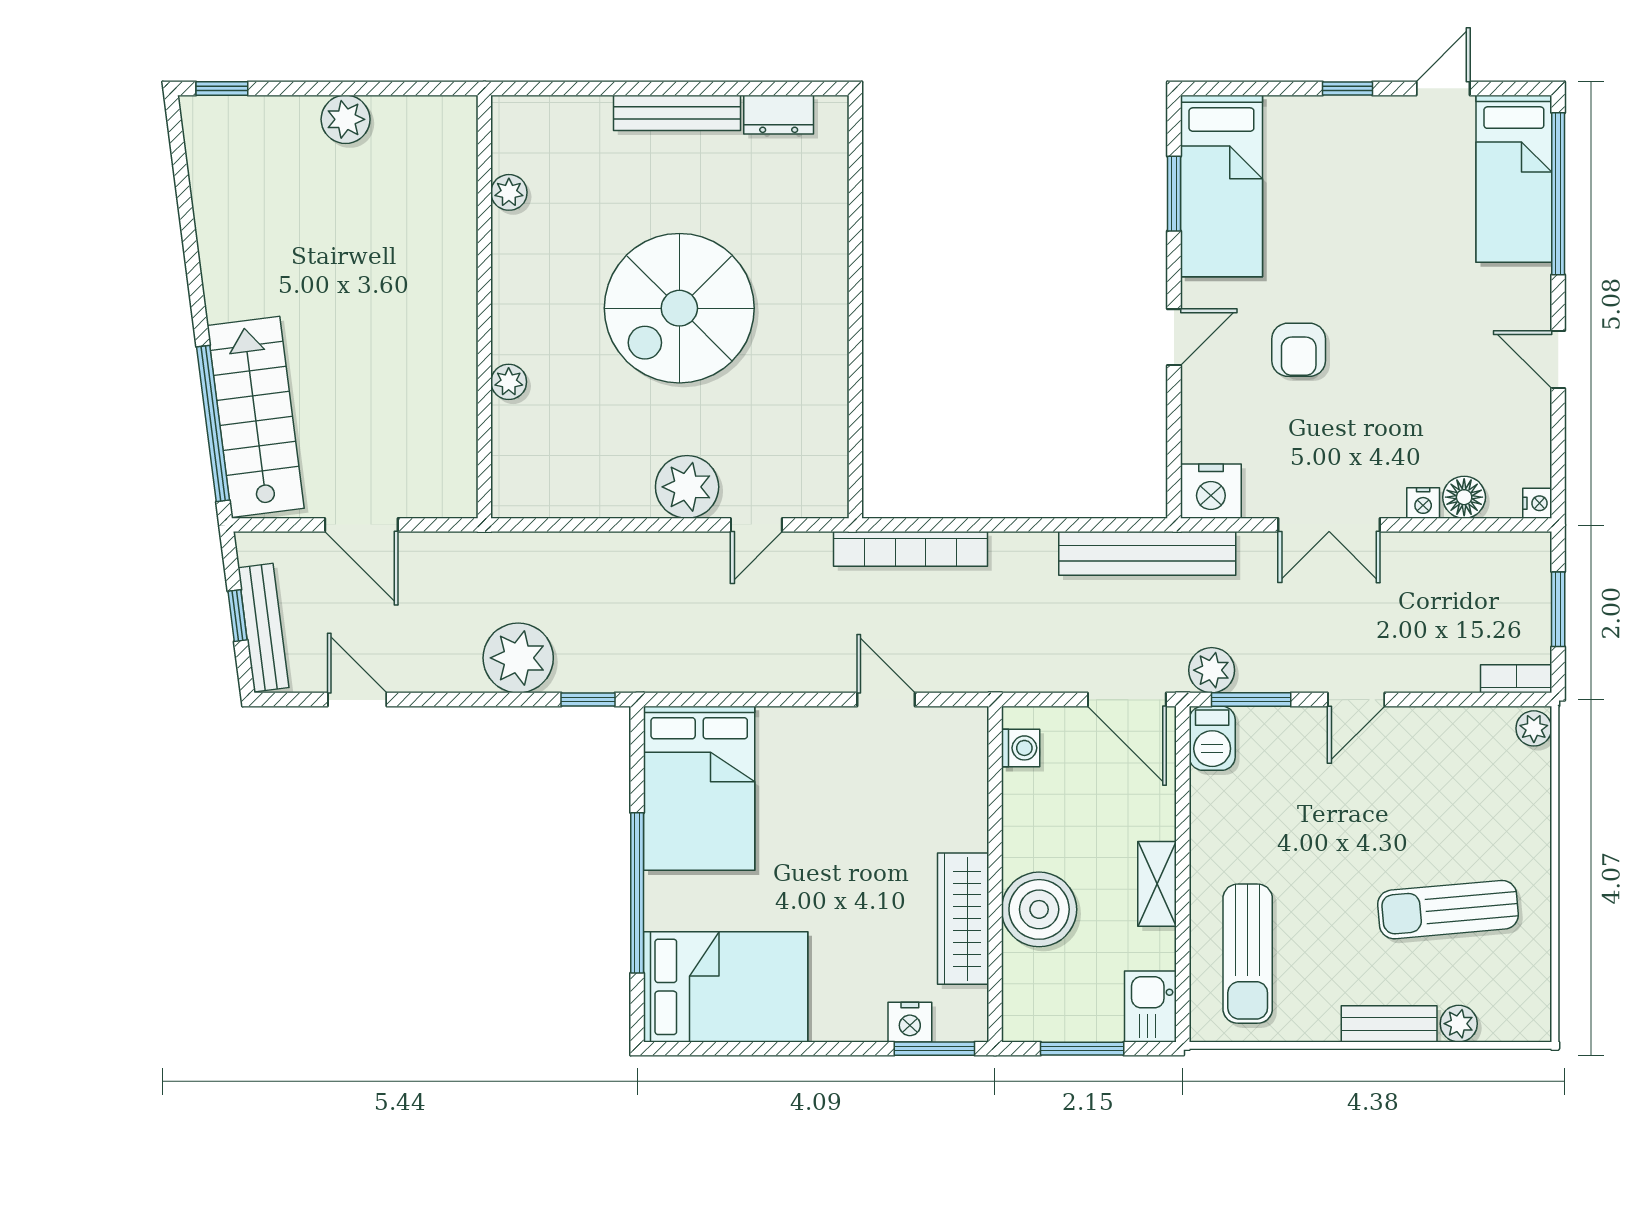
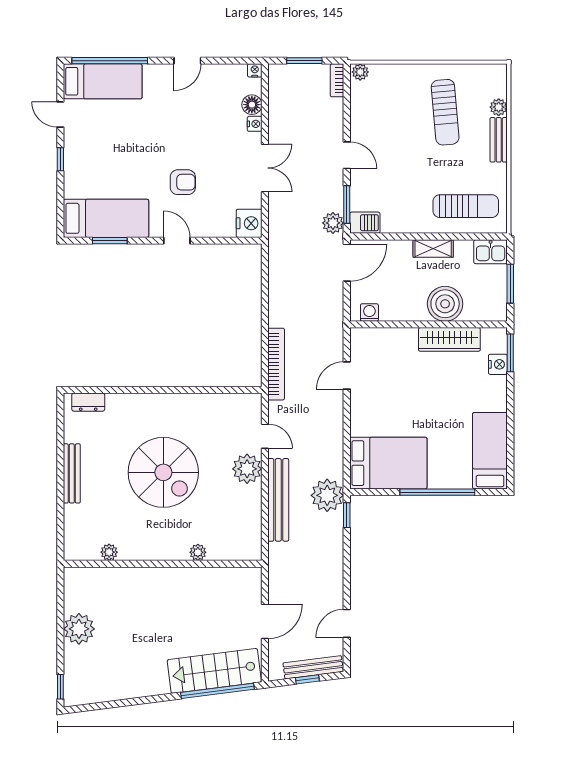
dresser: (779, 115) -> (88, 402), moved, turned 90
plant: (346, 119) -> (79, 629), width x1.36, depth x1.36
bench: (1147, 553) -> (278, 500), moved
plant: (518, 658) -> (327, 495), moved
bed: (726, 987) -> (490, 451), width x0.67

